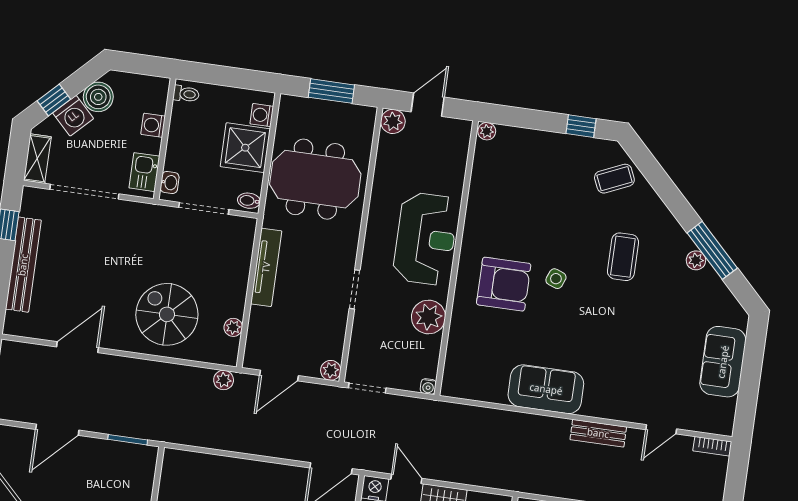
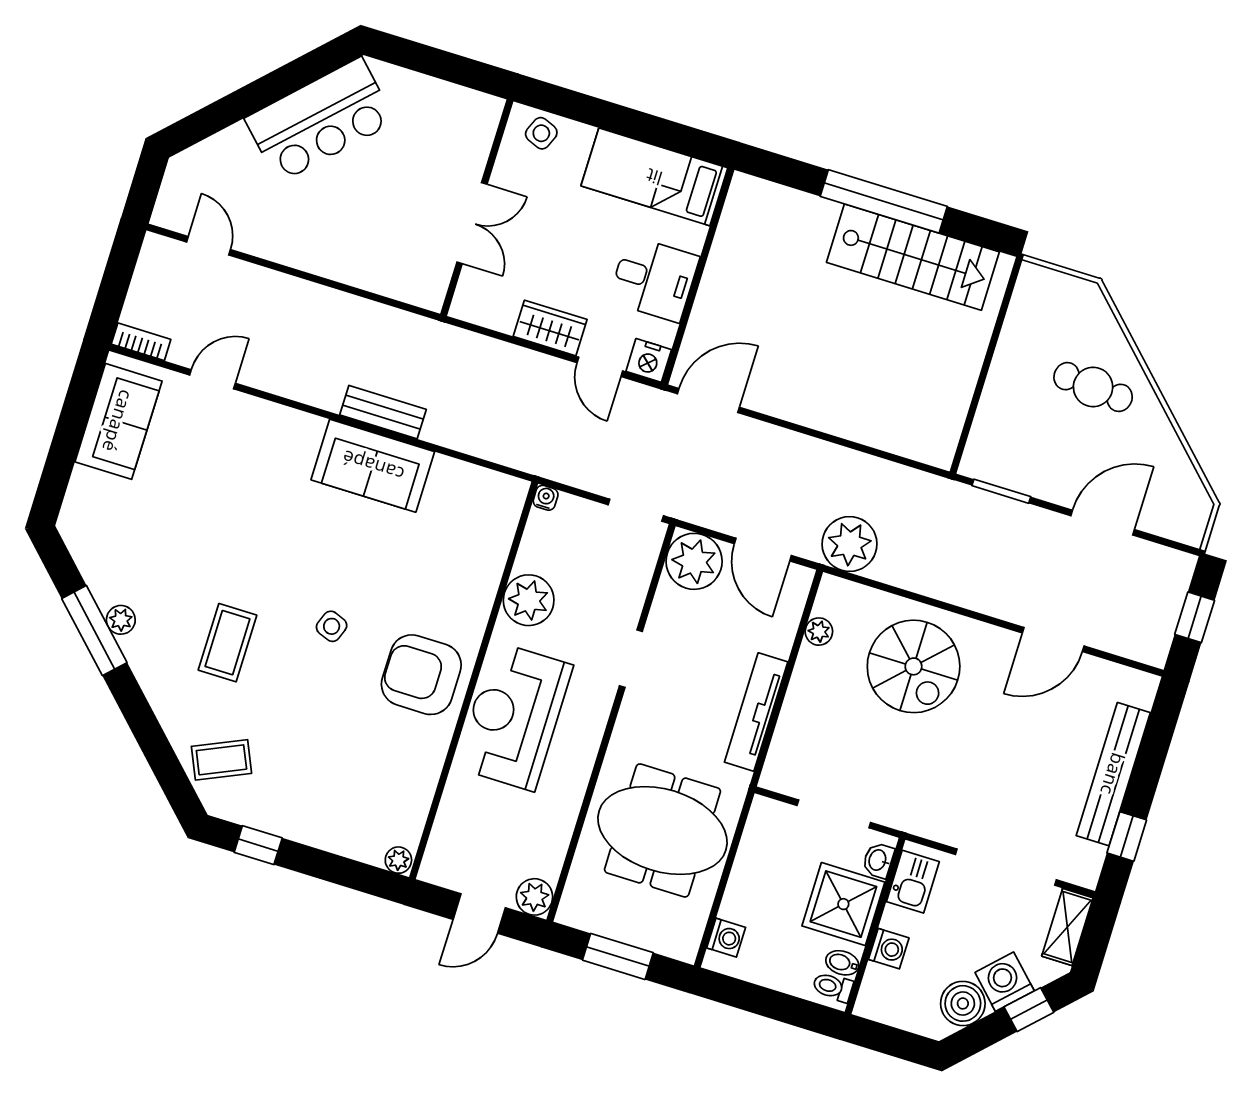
shower: (245, 148) -> (843, 904), moved
bidet: (249, 201) -> (842, 963), moved, turned 180
armchair: (504, 284) -> (421, 675), moved
sofa: (723, 362) -> (118, 421), moved
plant: (331, 370) -> (694, 561), width x1.88, depth x1.88
door: (279, 376) -> (763, 550), swing flipped
plant: (224, 380) -> (850, 544), width x1.88, depth x1.88
bench: (598, 433) -> (383, 412), moved

